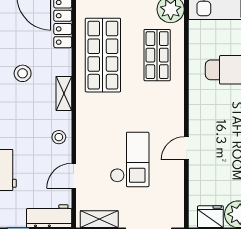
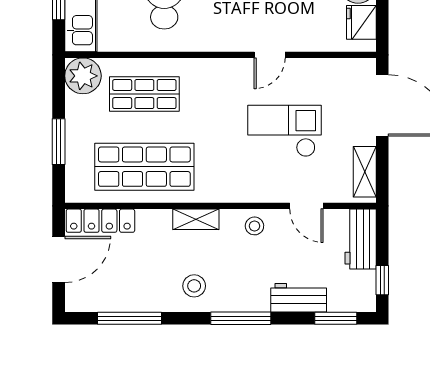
stool: (23, 73) -> (194, 286), moved
door: (186, 148) -> (270, 55), hinge flipped

